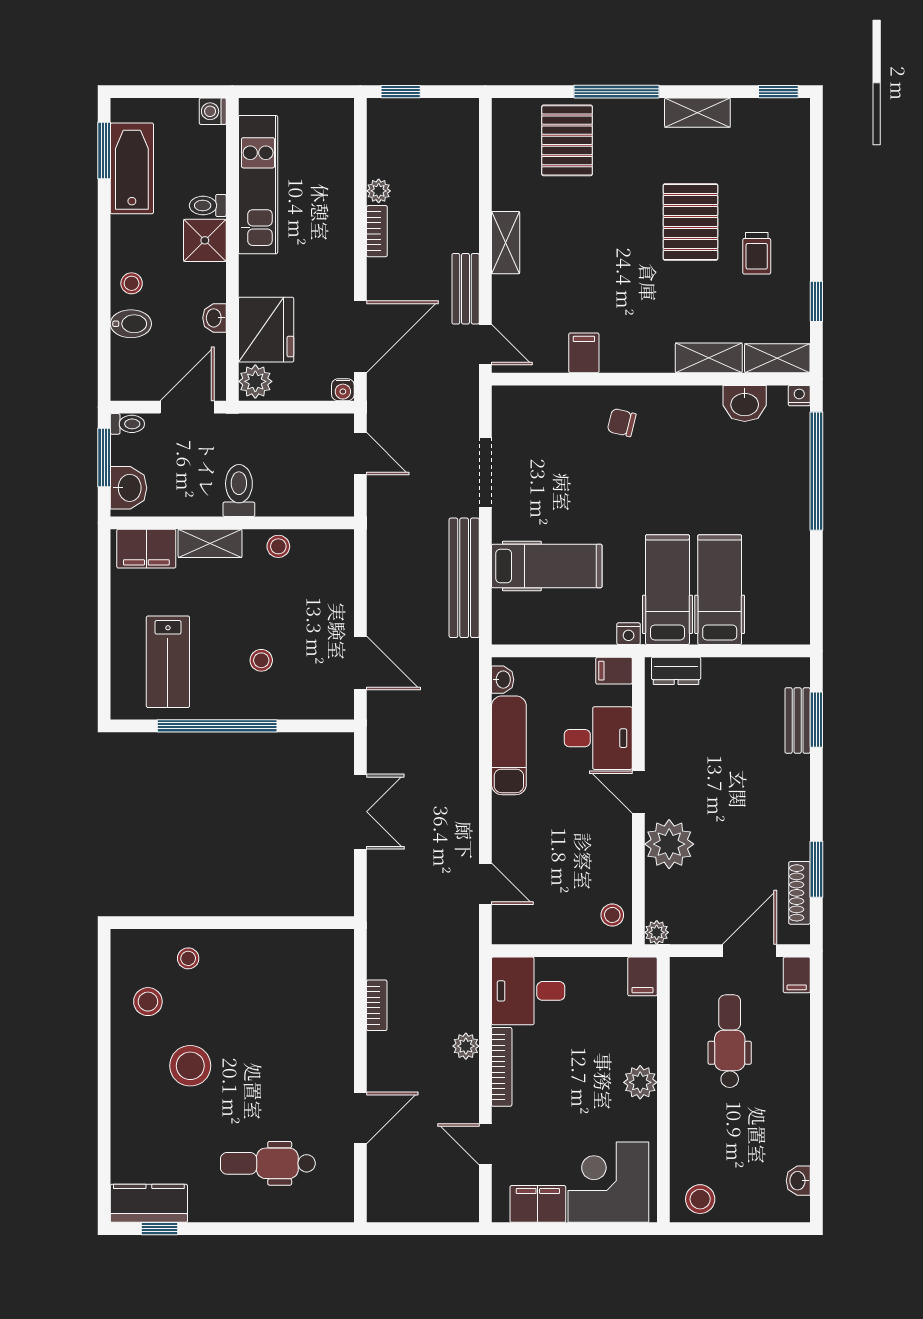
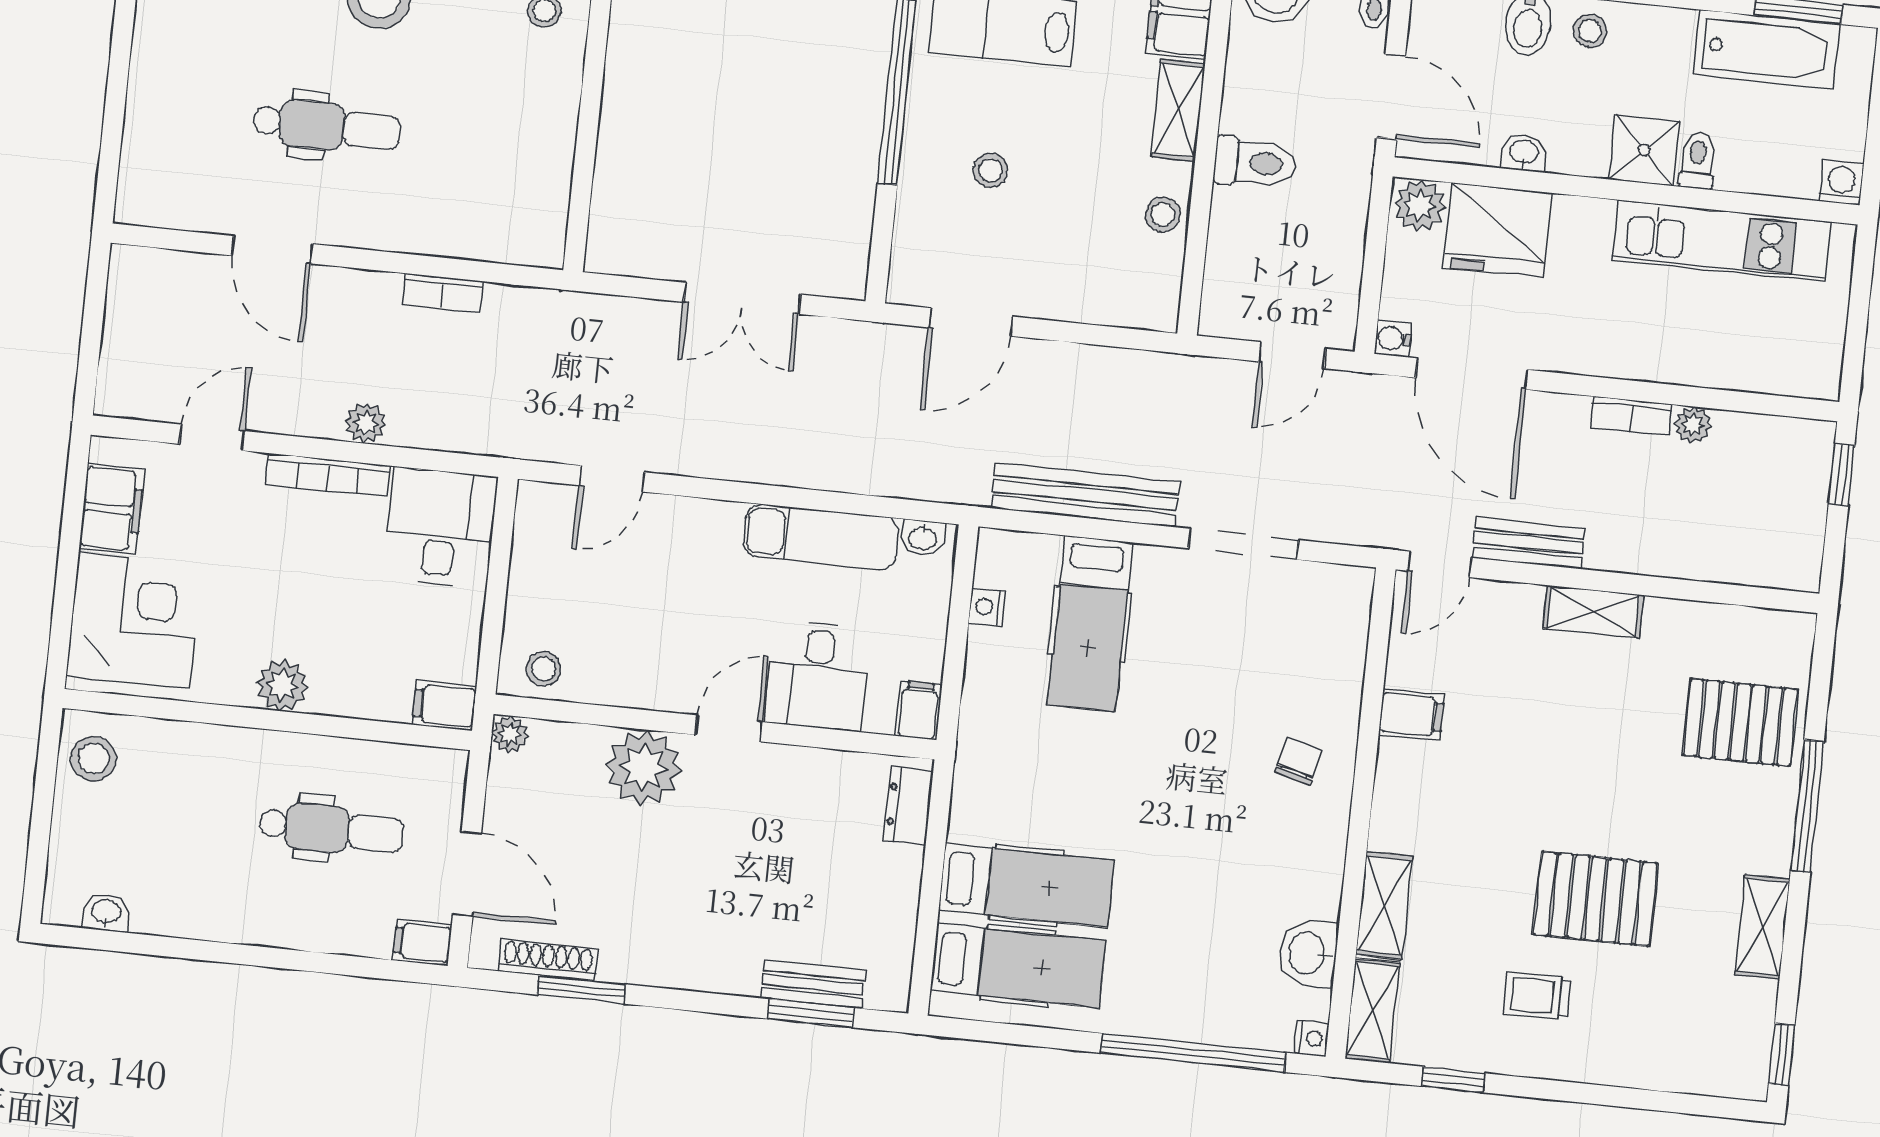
hospital bed: (667, 590) -> (1018, 966), moved
nightstand: (629, 634) -> (987, 607), moved
dental chair: (268, 1163) -> (327, 126), moved, turned 90

